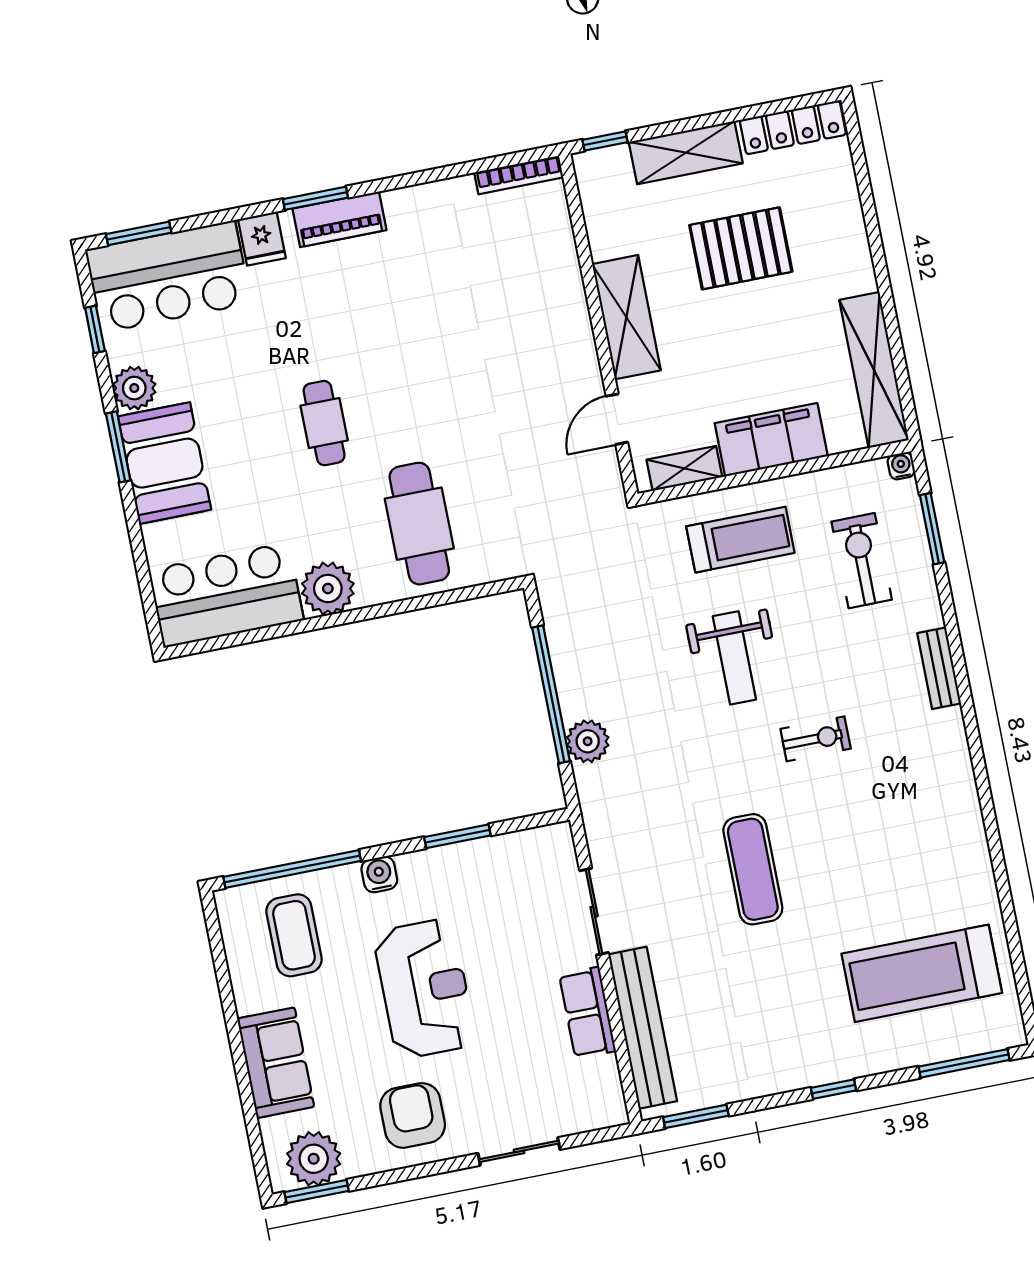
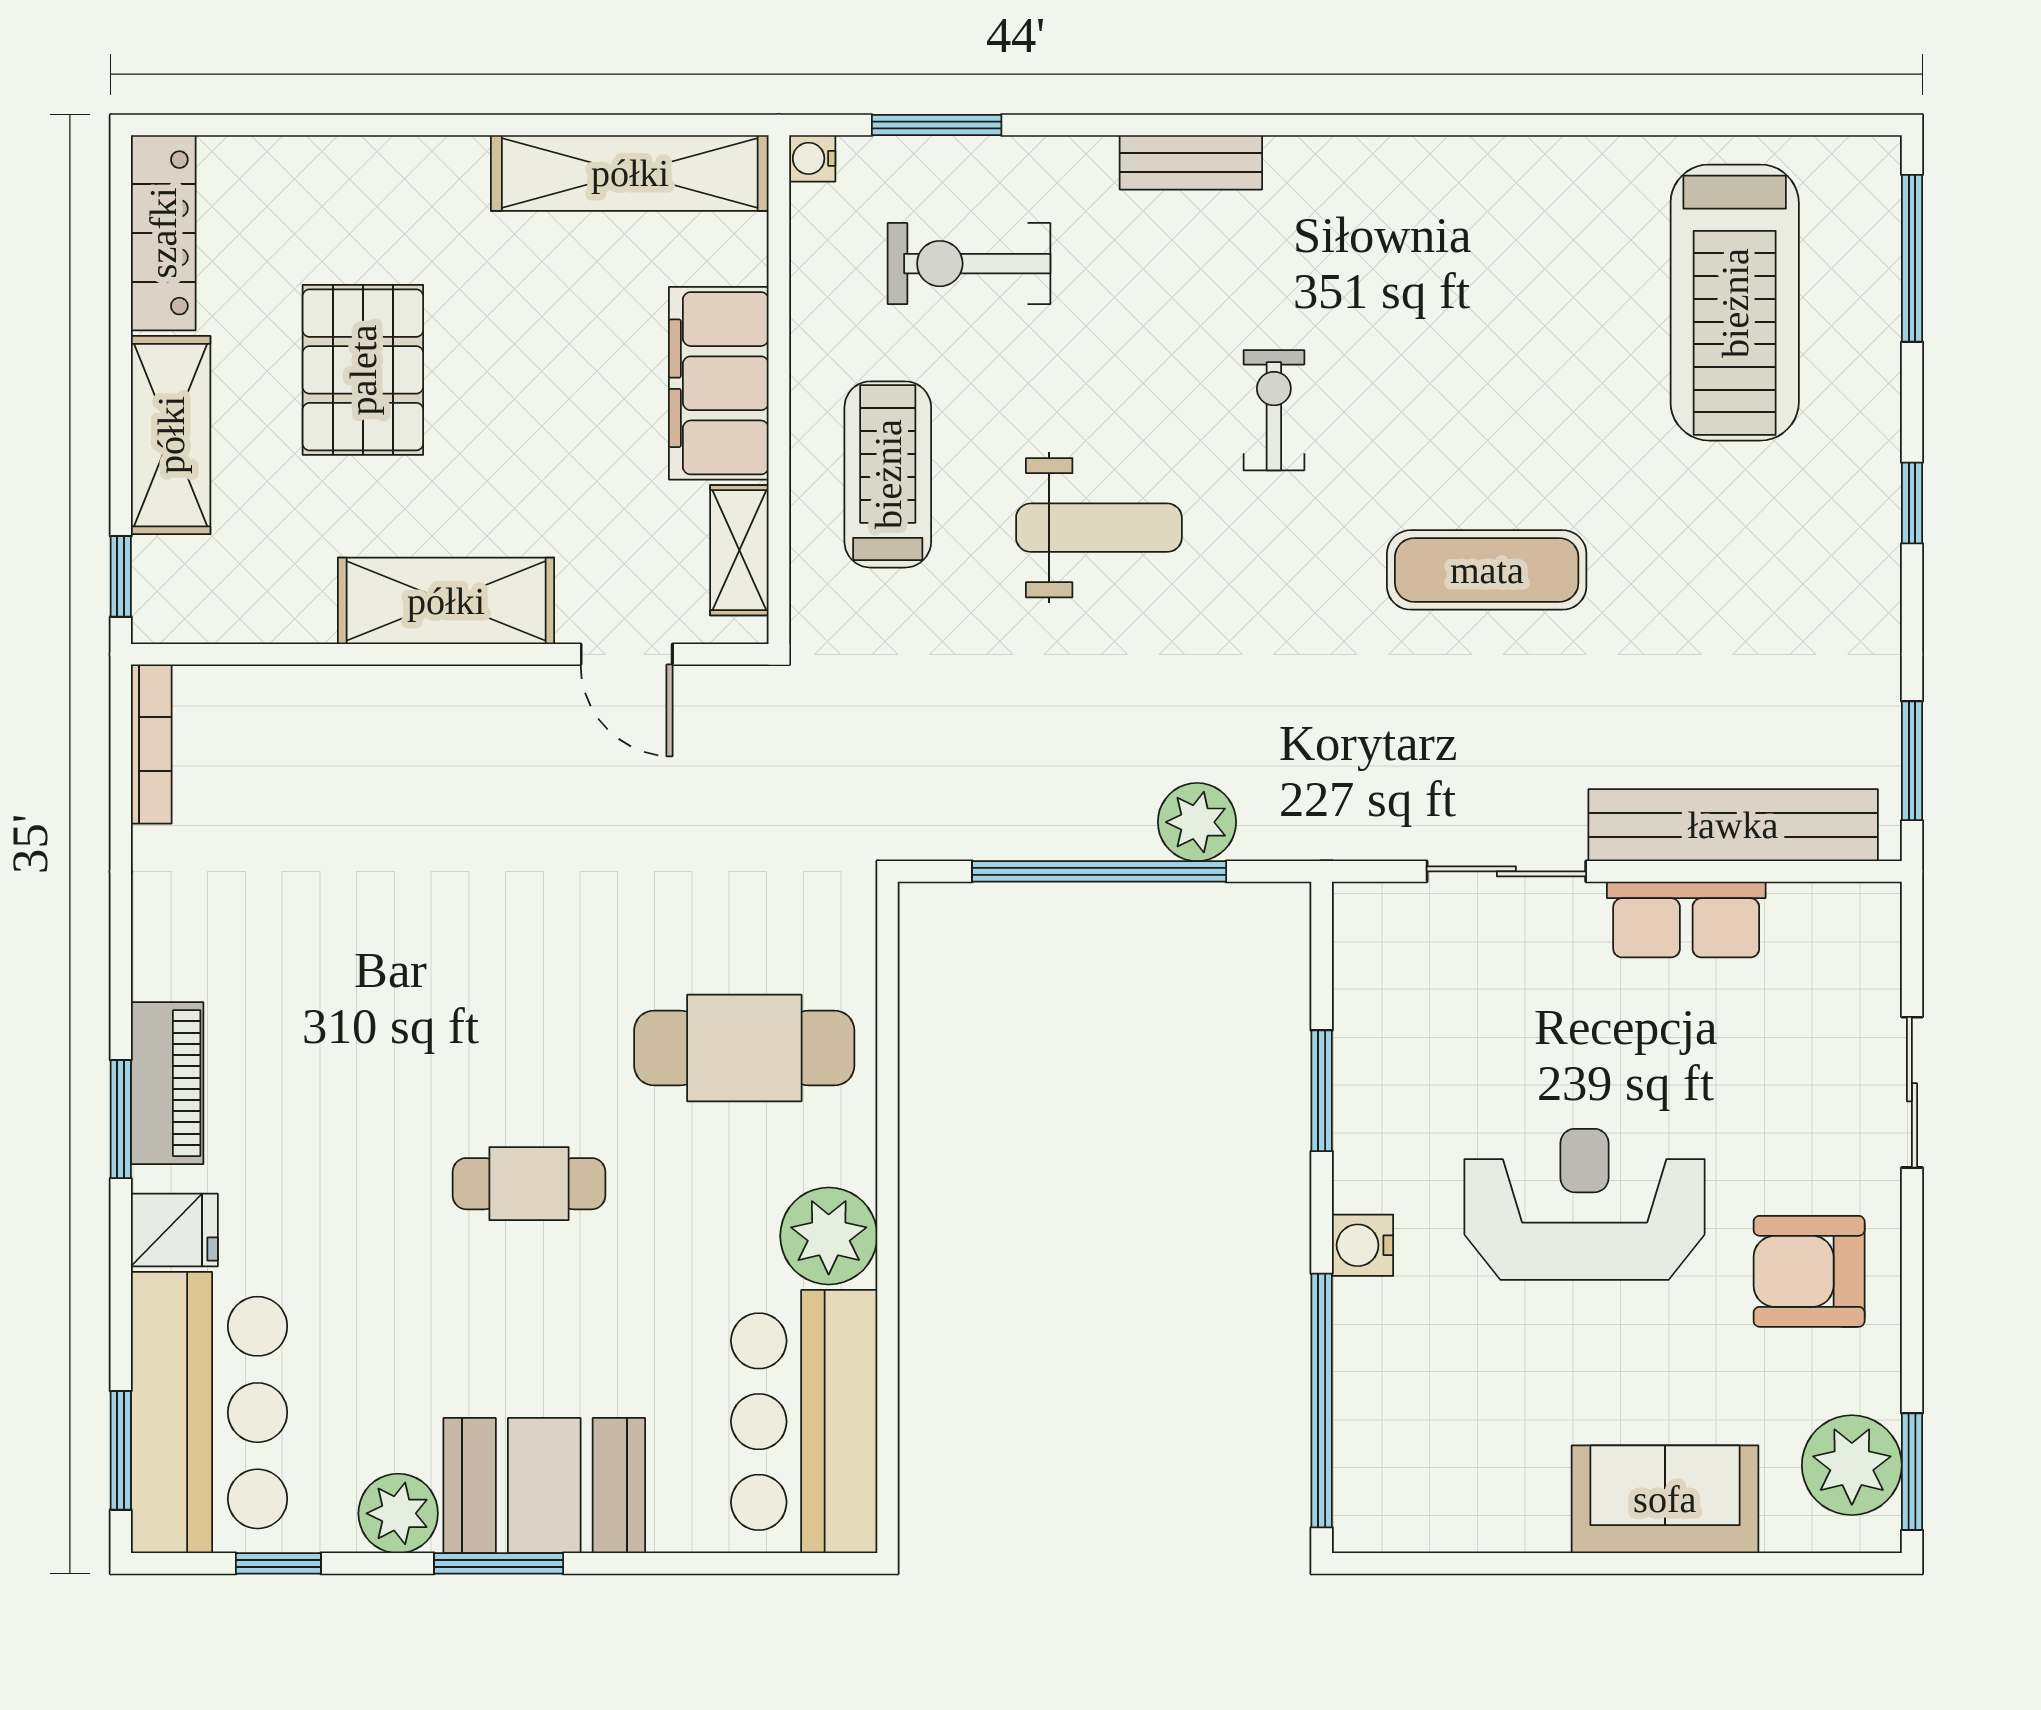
coffee table: (294, 935) -> (1442, 1421), removed

